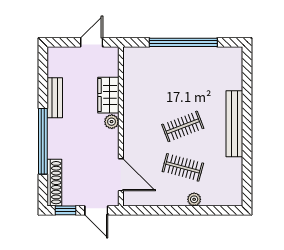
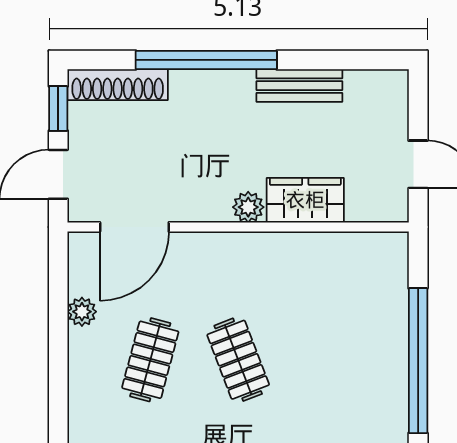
plant: (194, 199) -> (82, 312), moved

